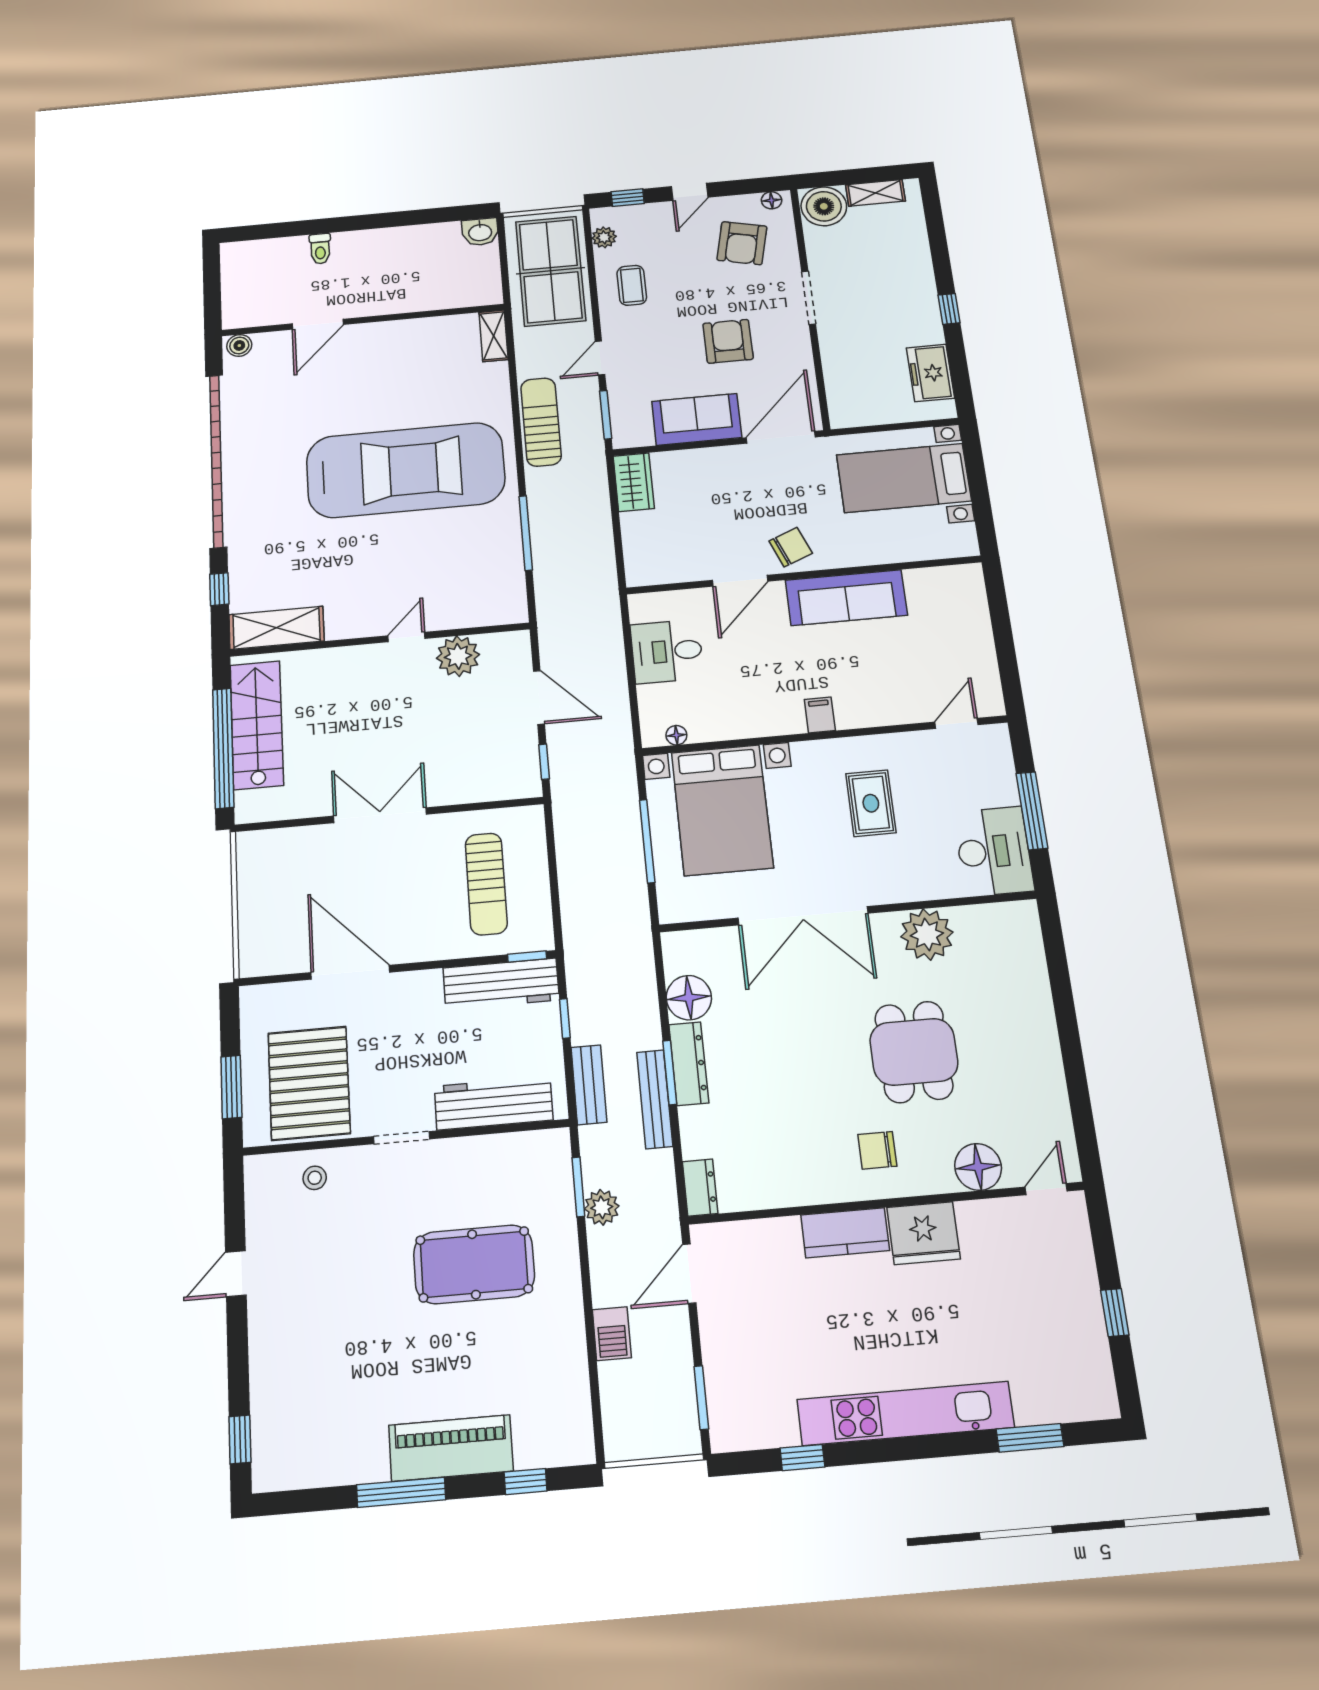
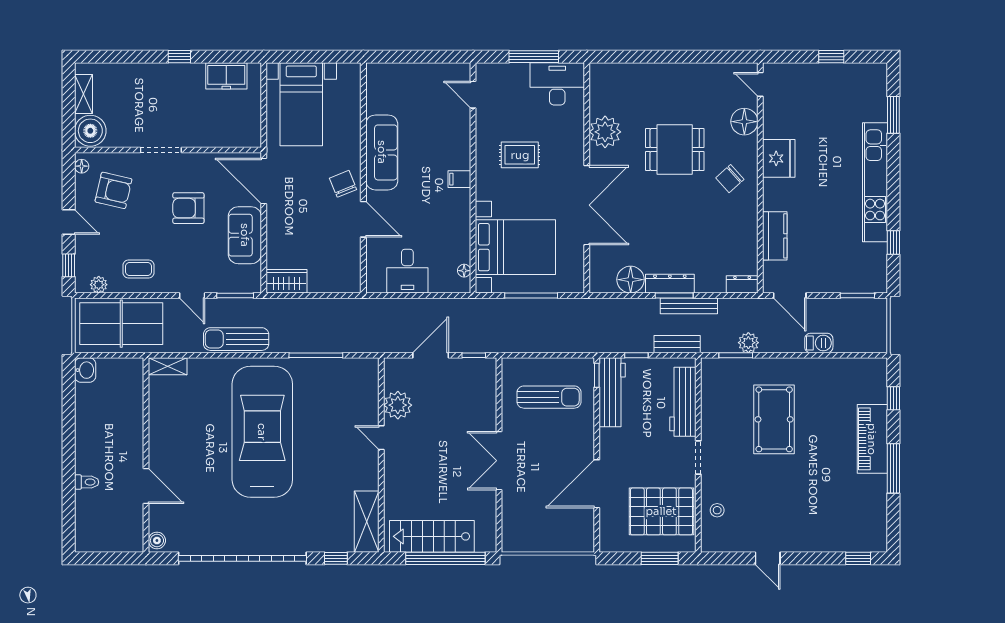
chair: (877, 1150) -> (730, 179), turned 48
kitchen counter: (845, 1233) -> (775, 236), moved

